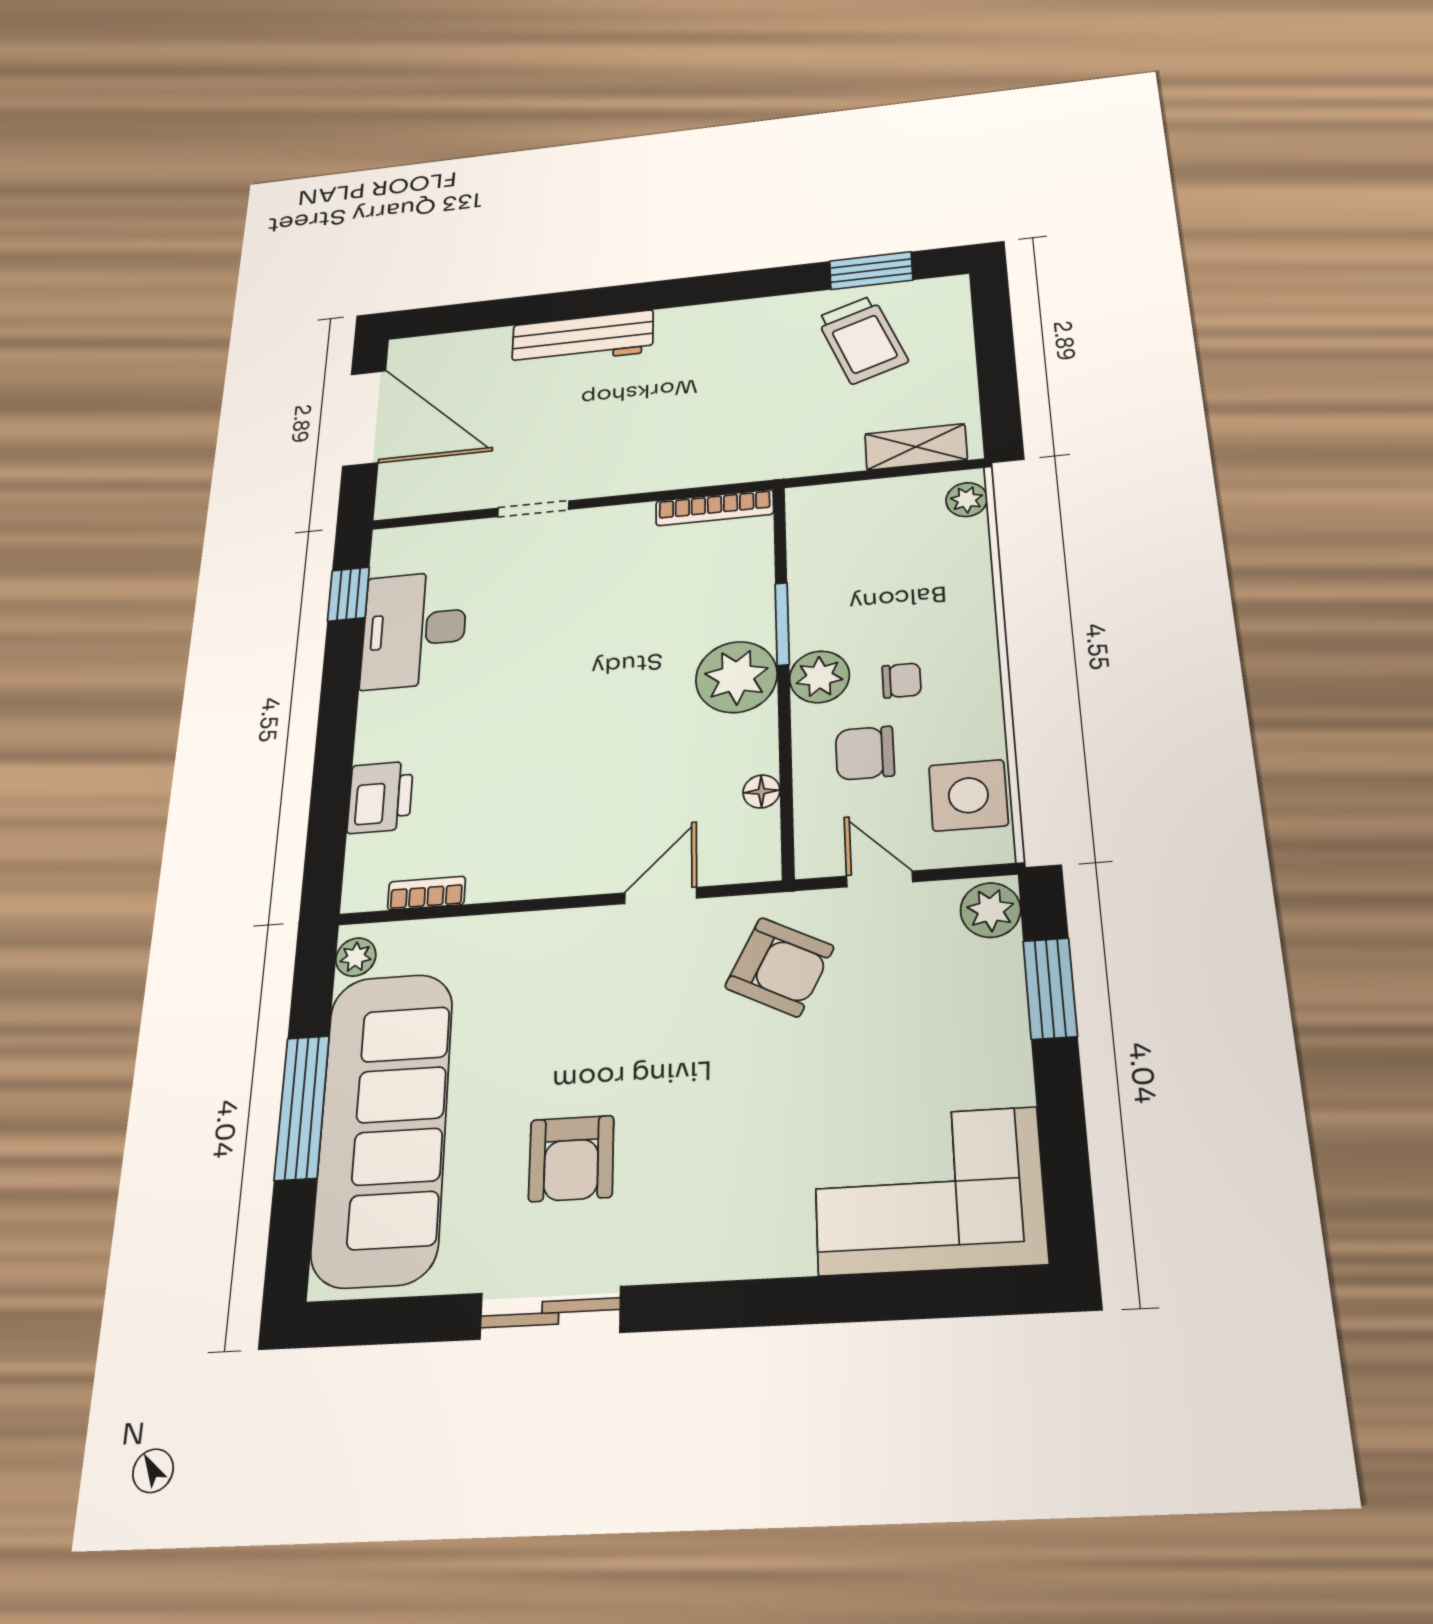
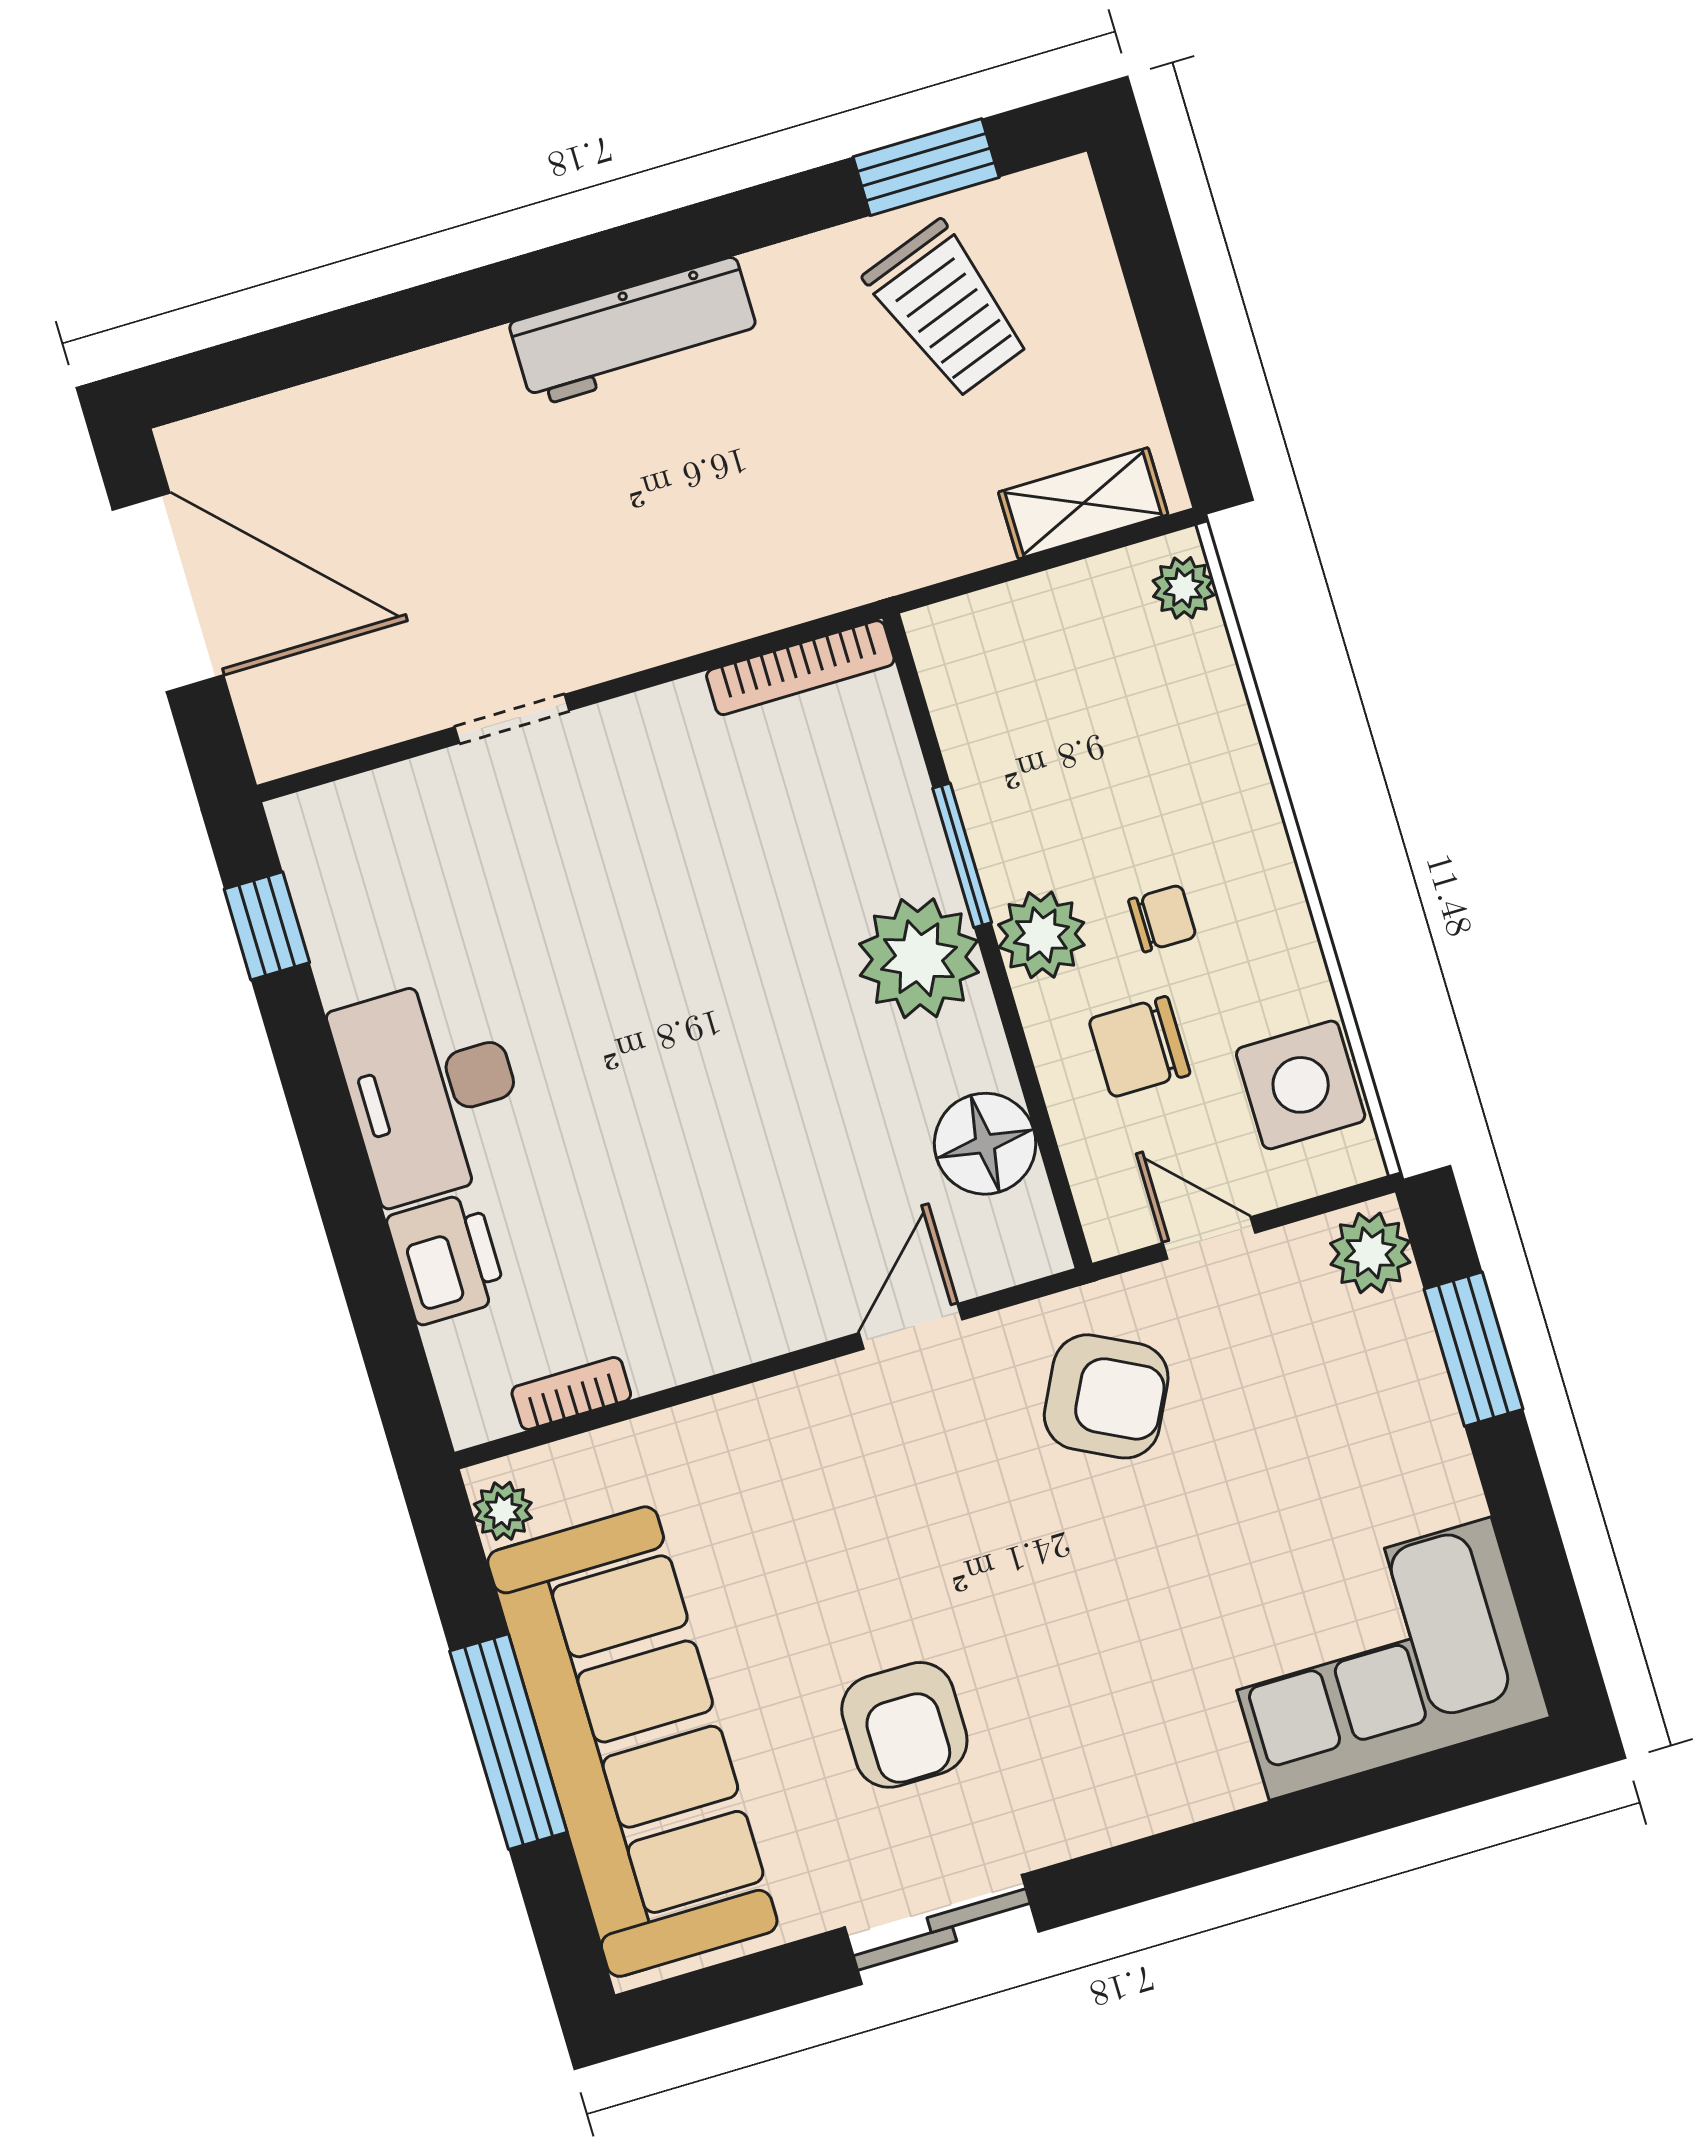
workbench: (583, 339) -> (634, 332), moved
desk: (414, 629) -> (432, 1089), moved
floor lamp: (761, 792) -> (985, 1144), width x1.89, depth x1.89

